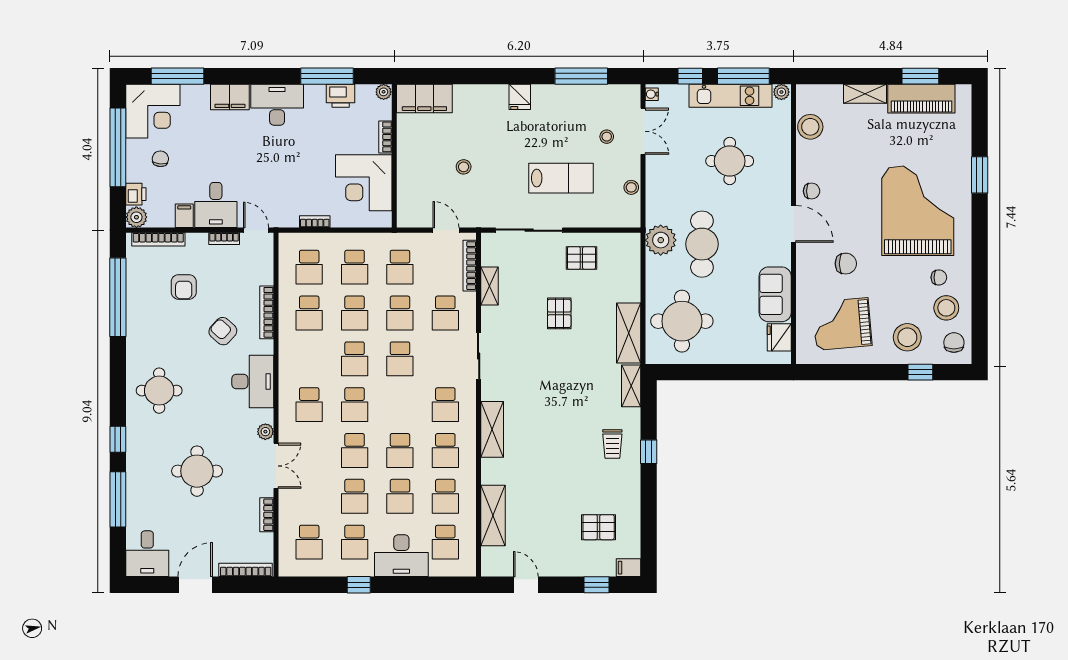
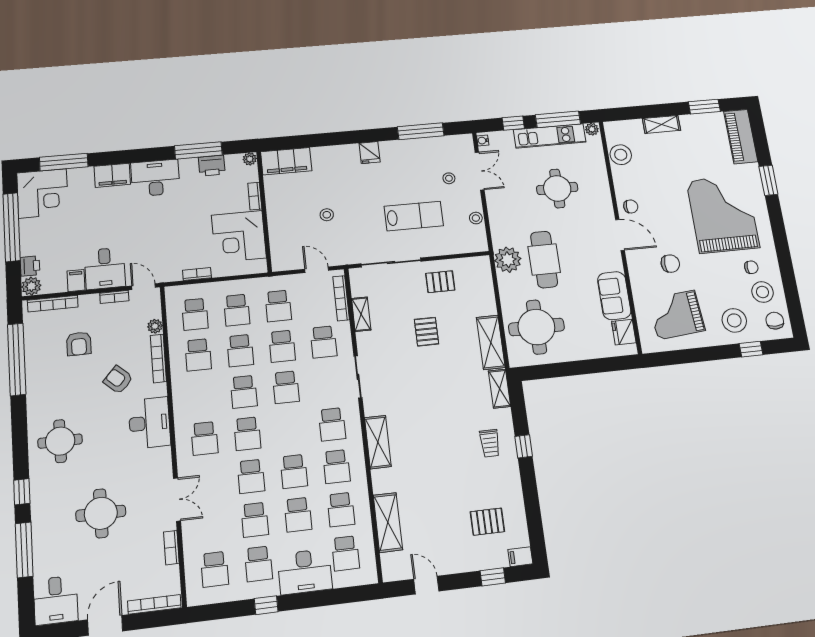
piano: (921, 99) -> (741, 136), moved, turned 90
chair: (160, 159) -> (51, 233), removed
plant: (265, 432) -> (155, 326), moved

